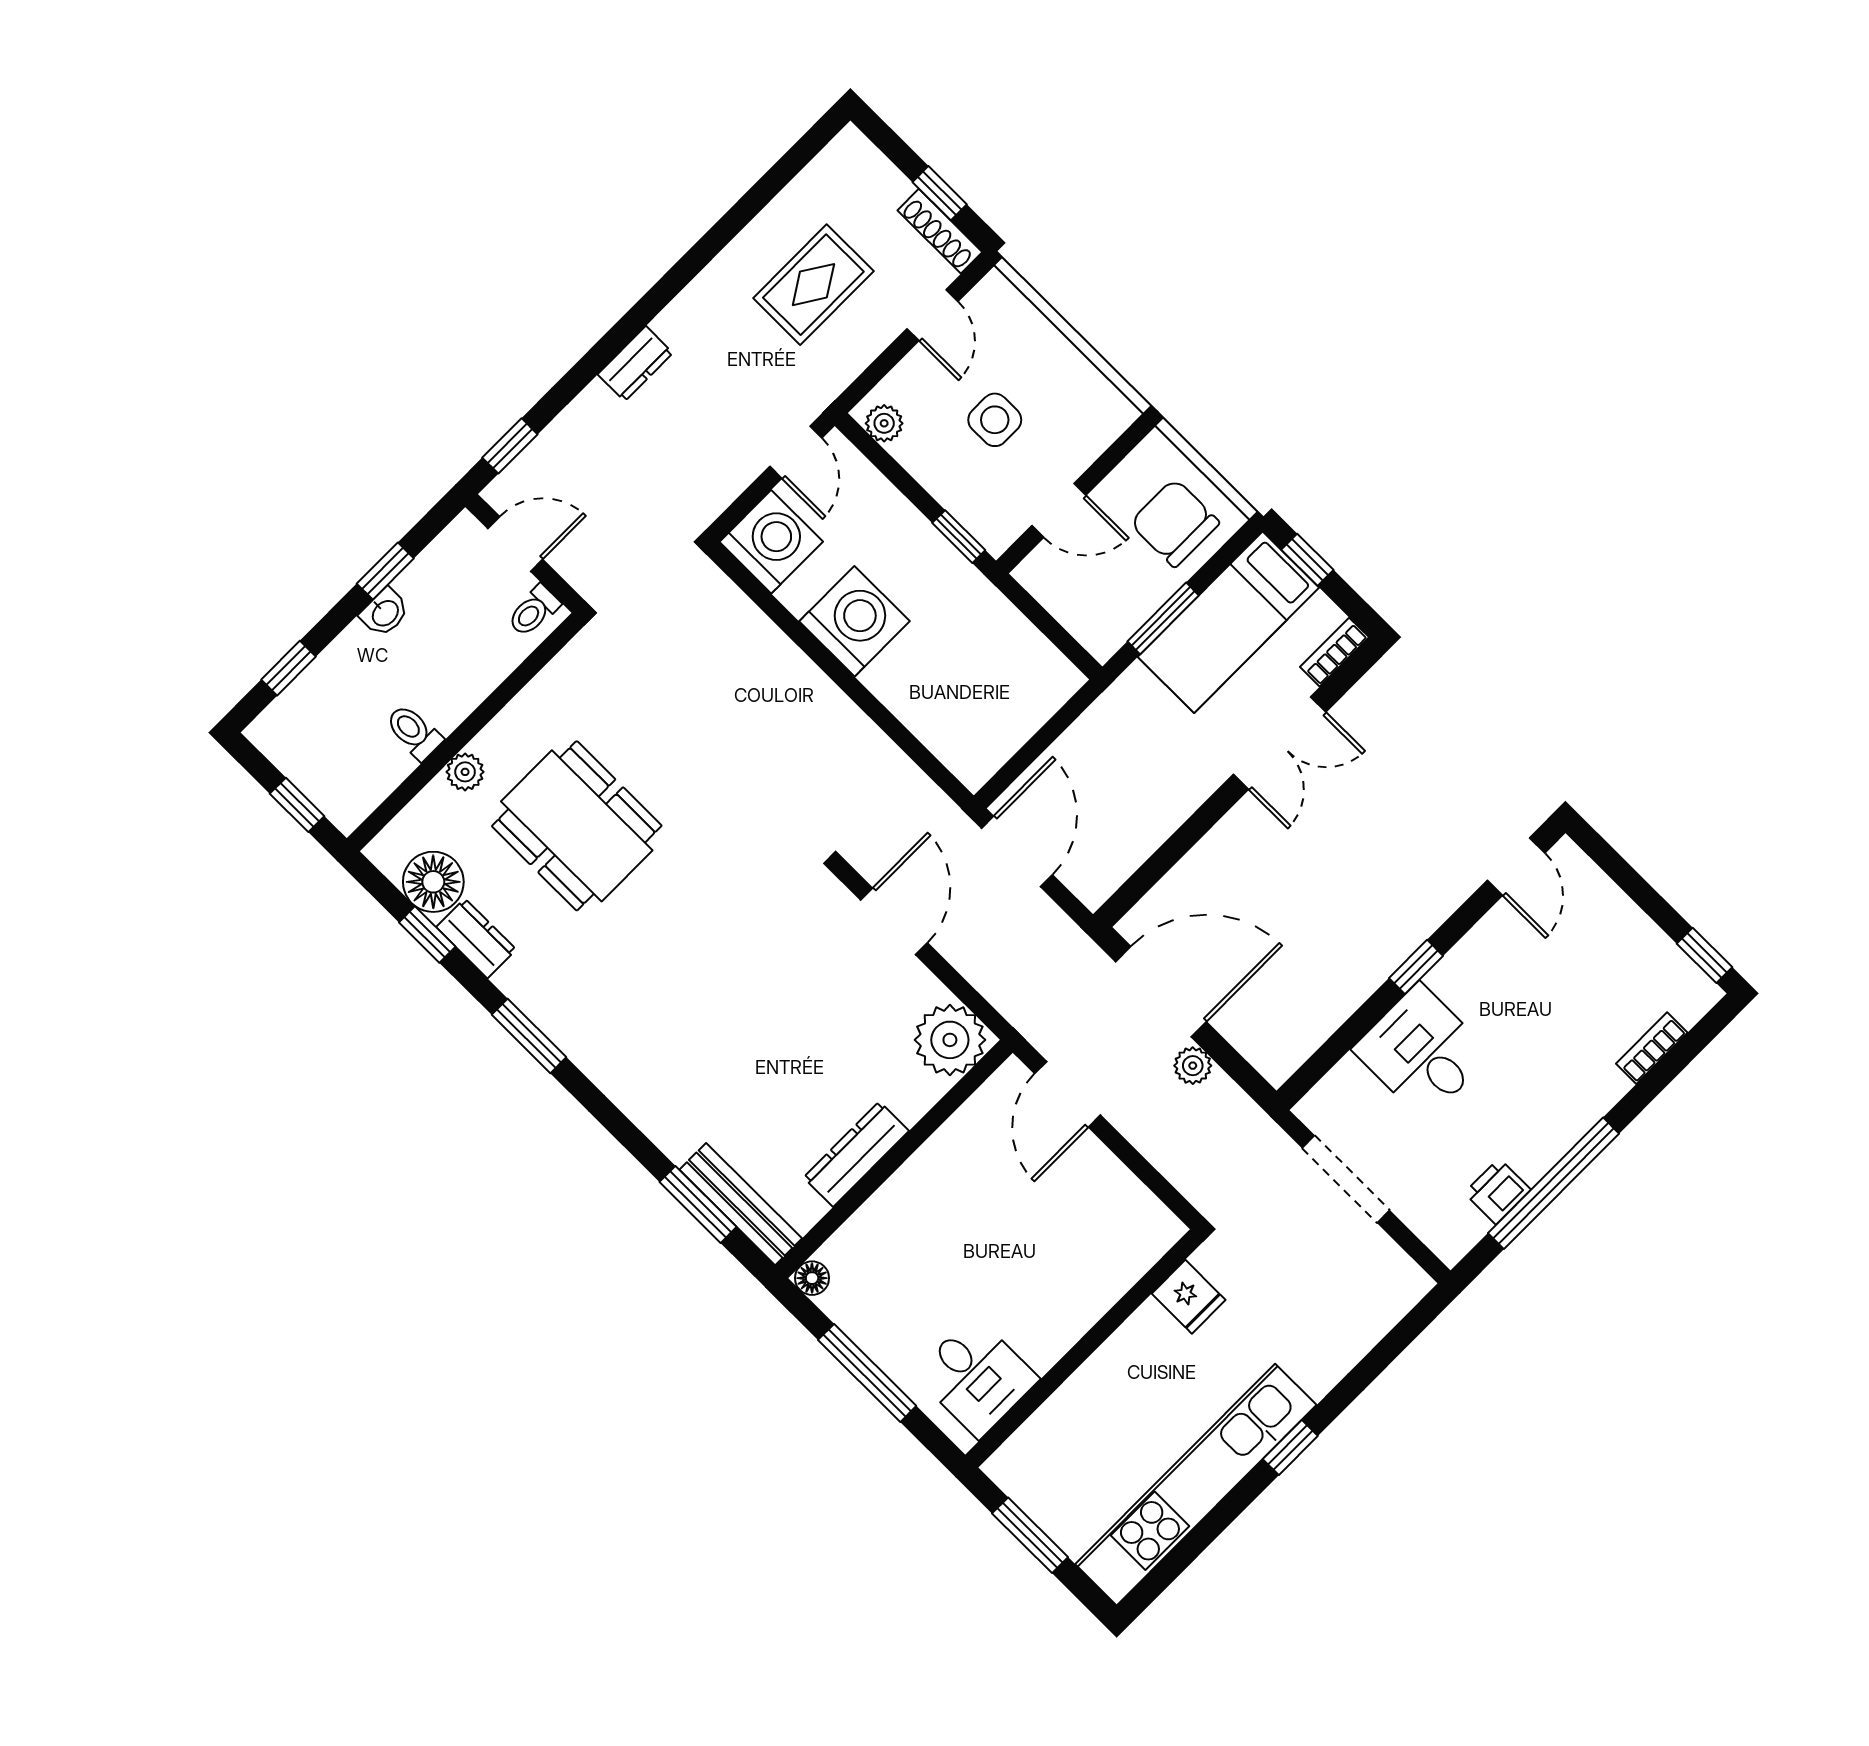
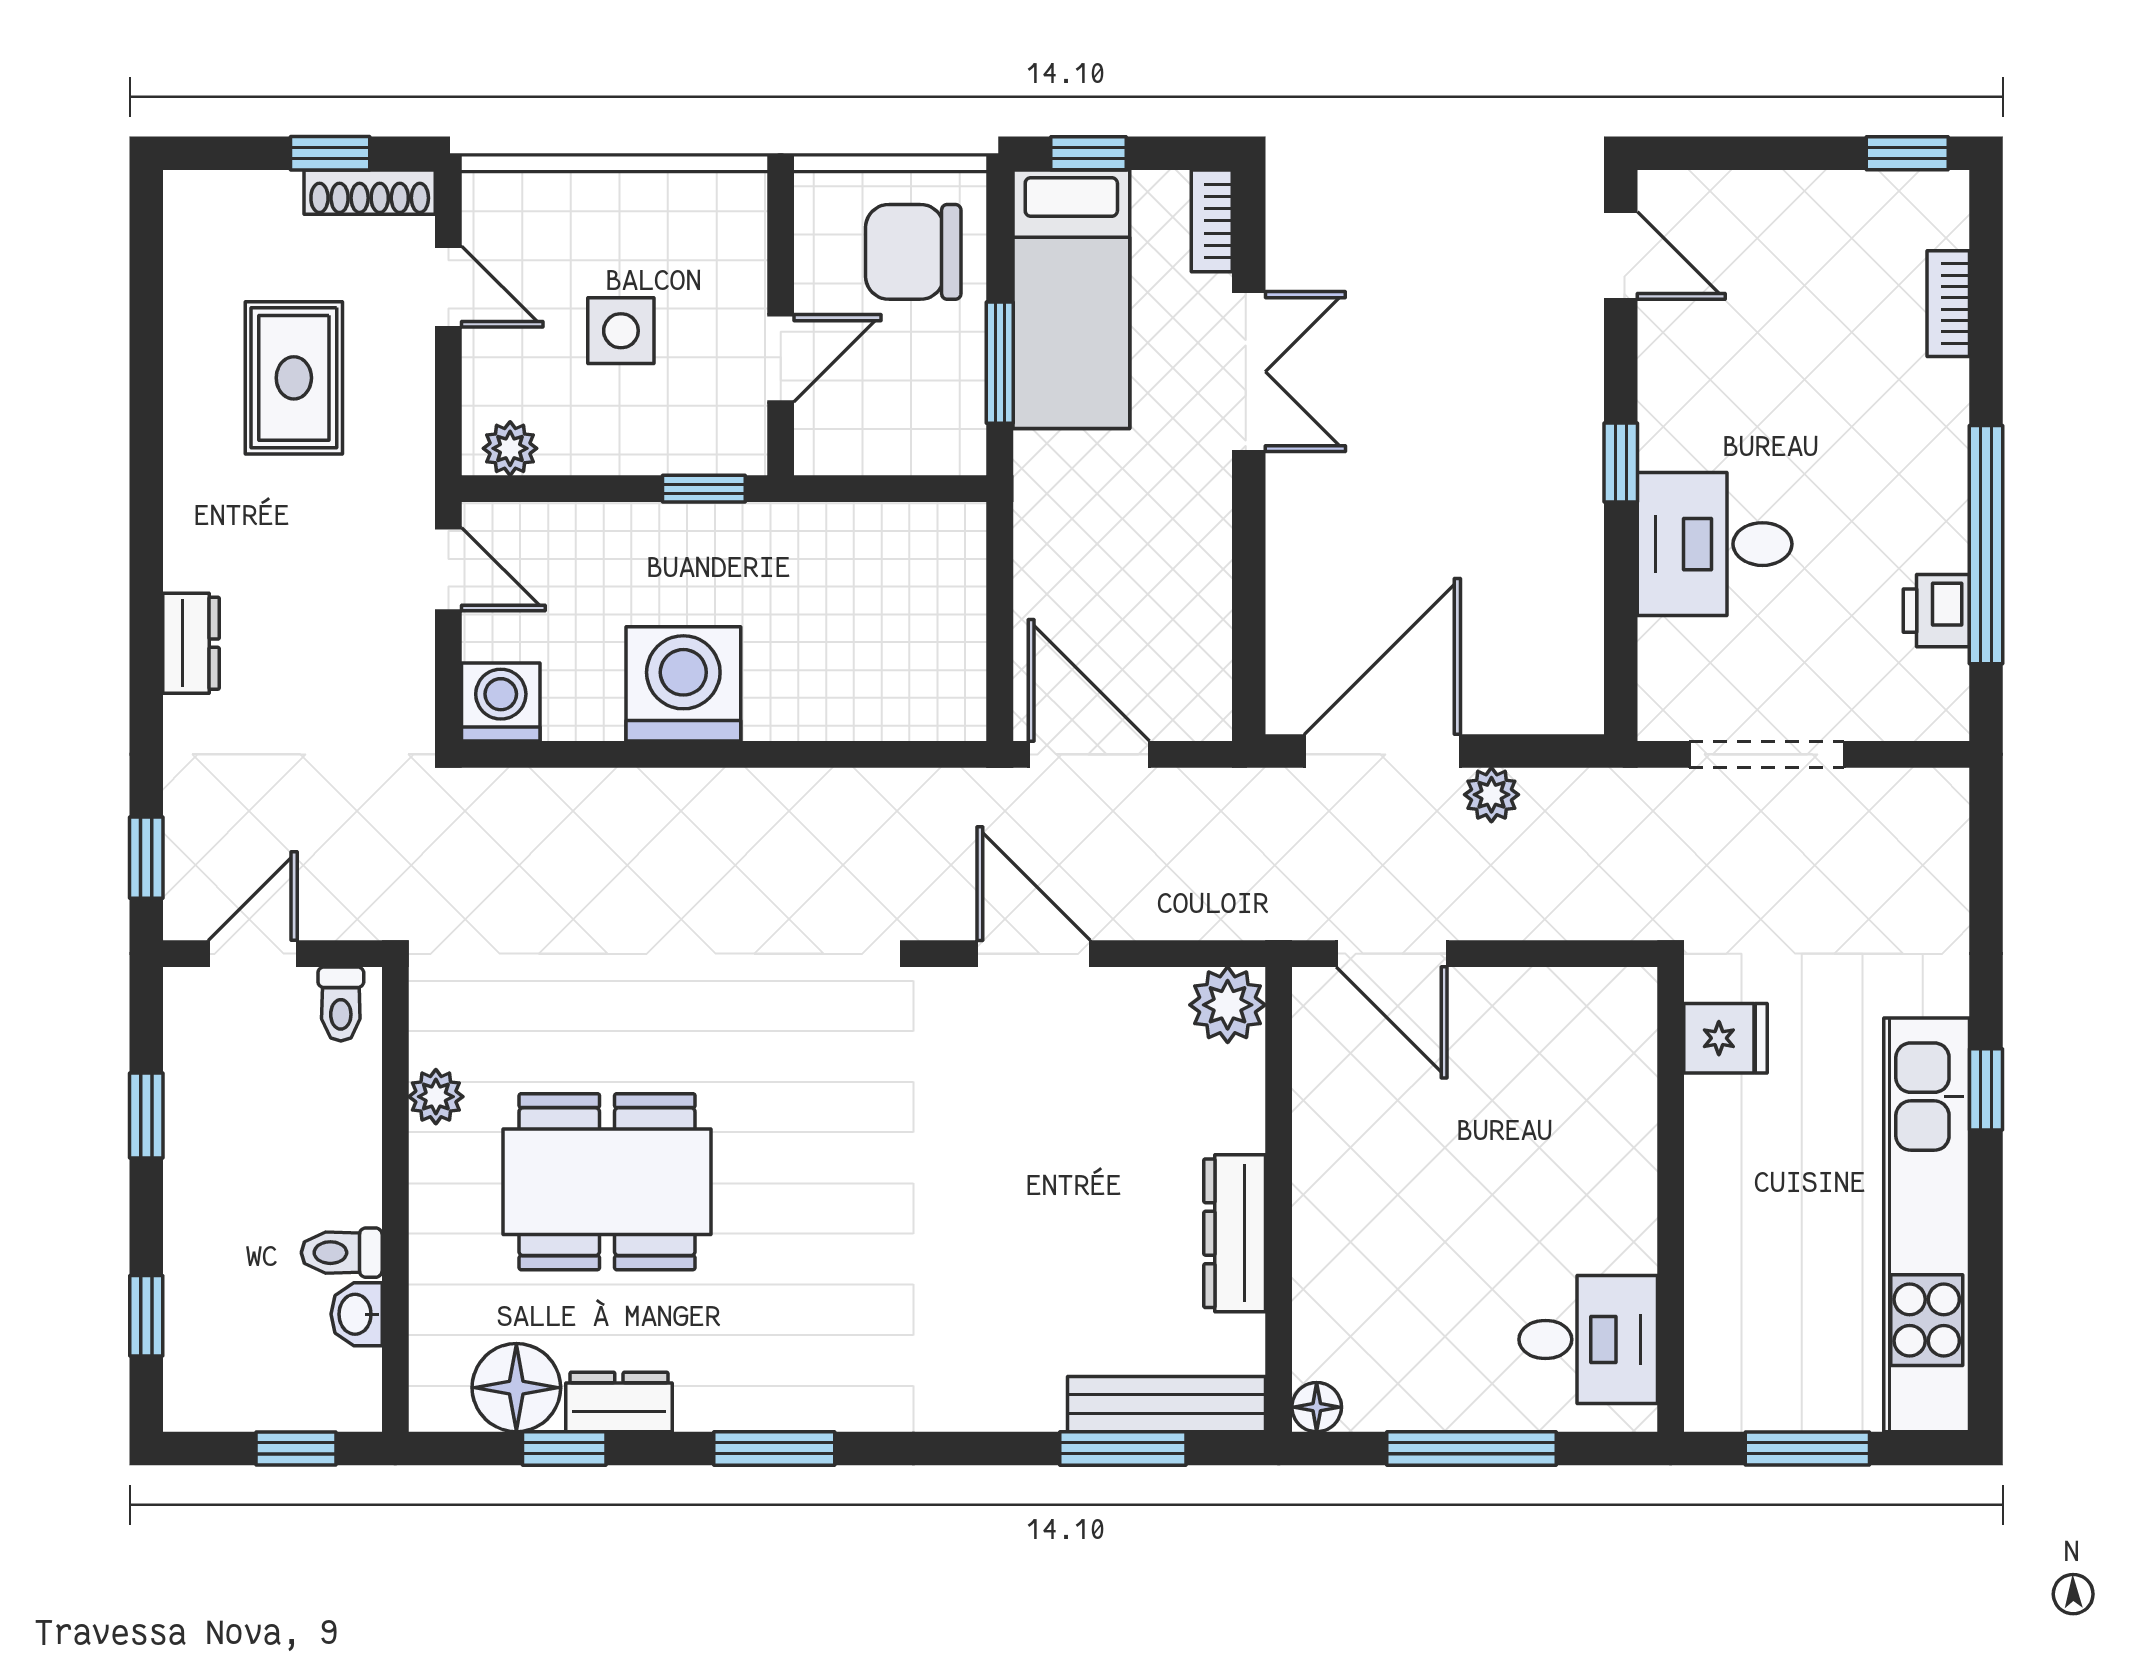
washing machine: (771, 542) -> (501, 702), width x0.73, depth x0.73
washbasin: (385, 613) -> (357, 1314), moved, turned 180
plant: (465, 772) -> (436, 1097), moved
plant: (950, 1040) -> (1228, 1005), width x0.73, depth x0.73

